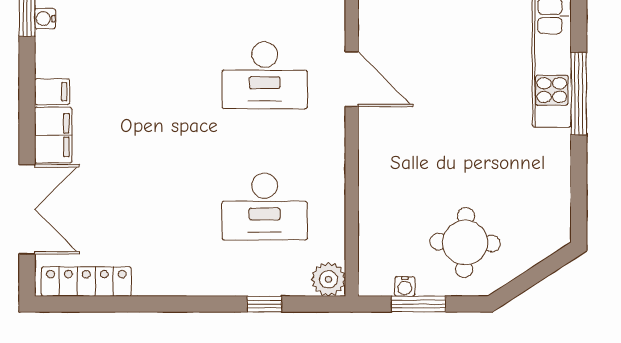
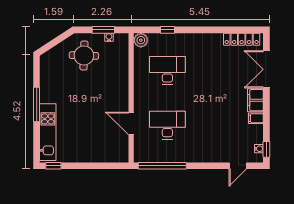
window: (579, 94) -> (37, 105), moved

